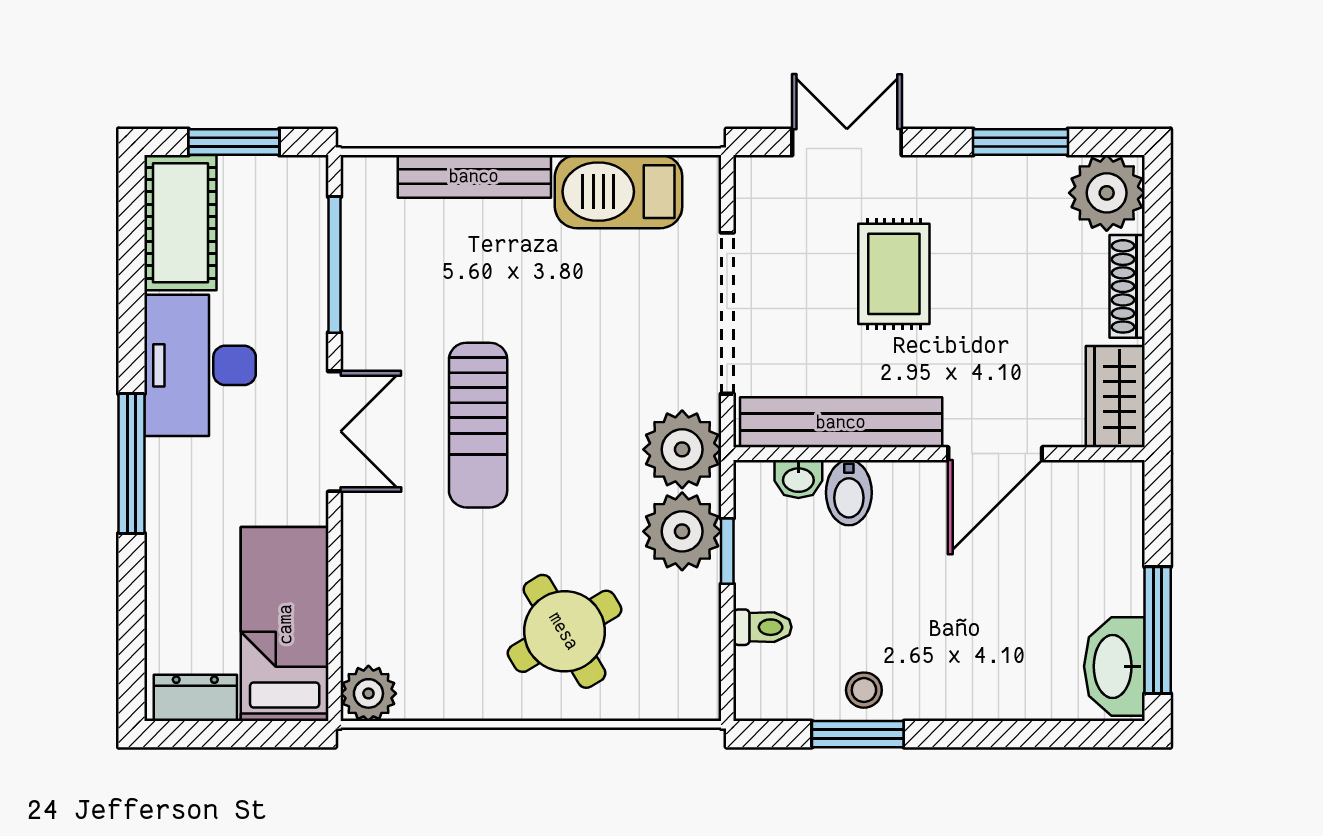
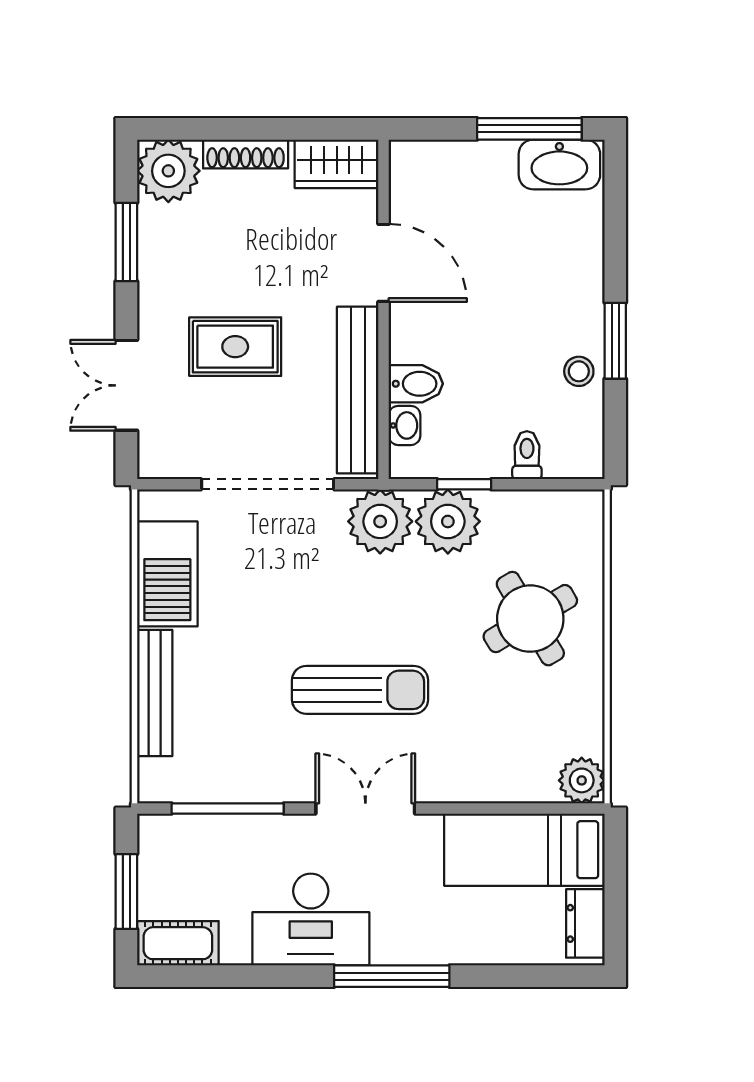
cot: (180, 223) -> (178, 943), width x0.73, depth x0.75
window: (858, 734) -> (615, 341), moved

